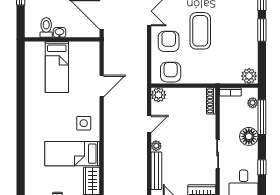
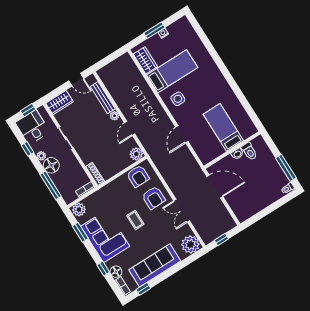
window: (262, 30) -> (80, 232), moved
coffee table: (200, 31) -> (135, 220), width x0.54, depth x0.58
corner sofa: (240, 34) -> (105, 236), added
plant: (253, 103) -> (41, 156), moved

